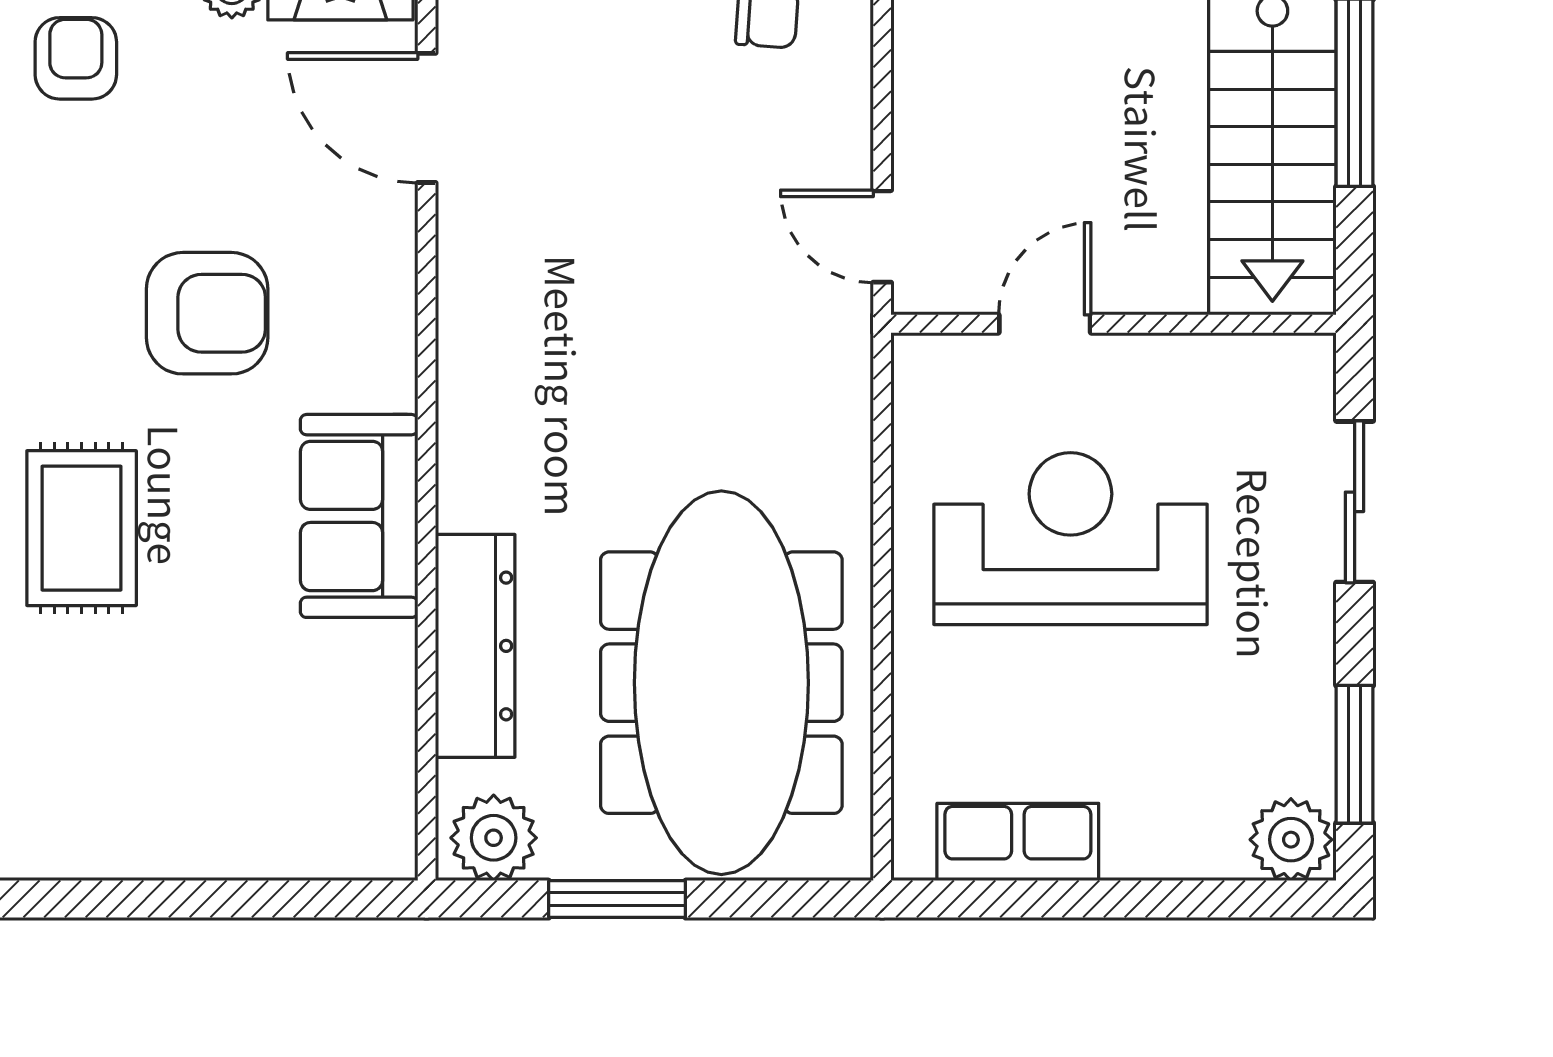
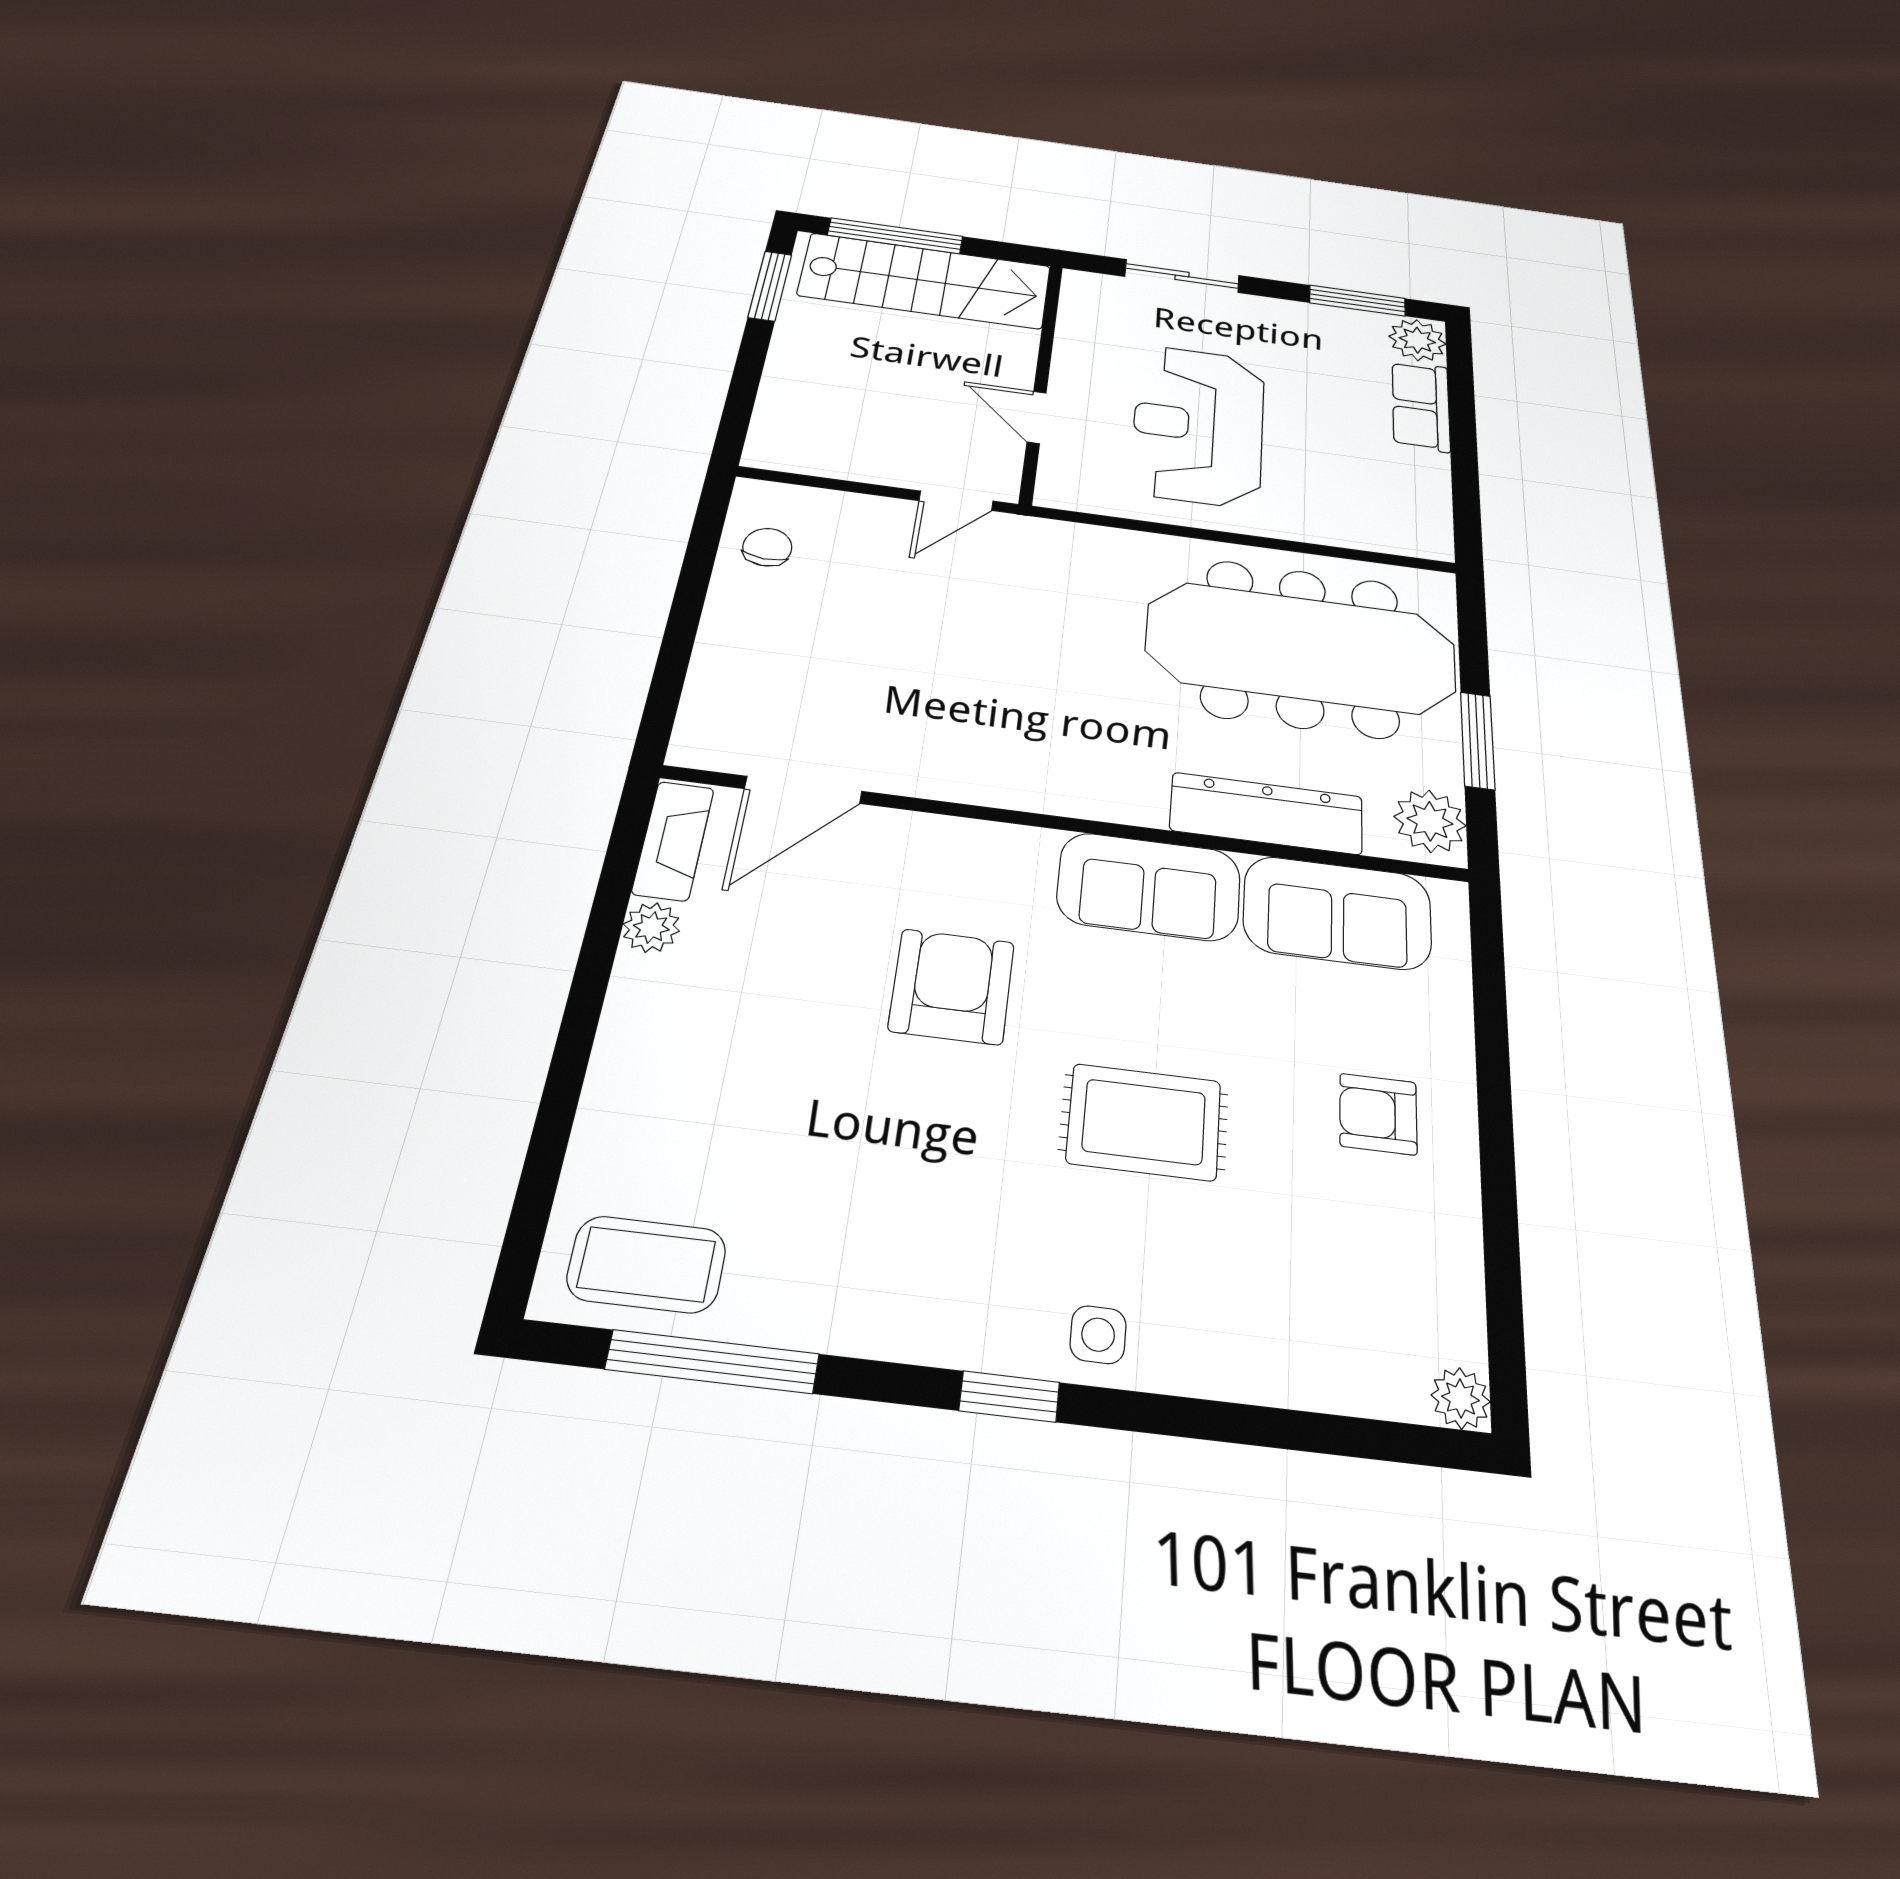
armchair: (76, 58) -> (1378, 1114), moved
sofa: (357, 729) -> (1337, 913), added
row of seats: (1018, 842) -> (1421, 406), moved

